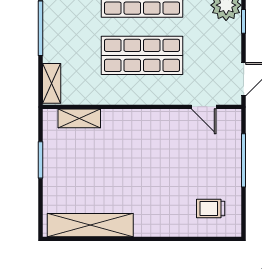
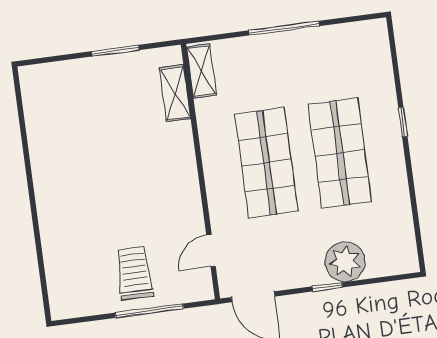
shelving: (52, 83) -> (202, 71), moved, turned 90
trolley: (211, 209) -> (134, 273), moved, width x1.36, depth x1.39
shelving: (90, 225) -> (40, 125), removed

